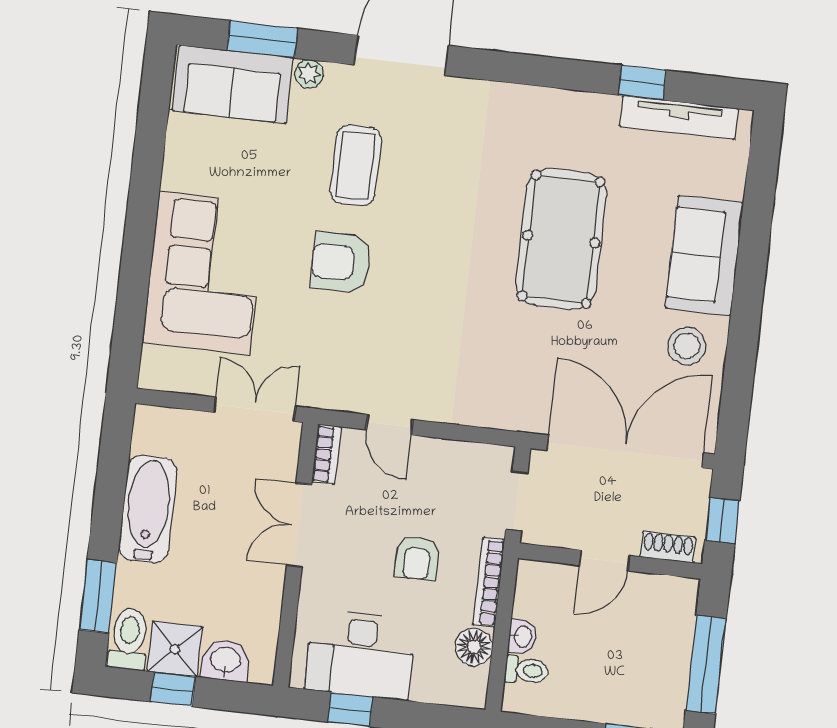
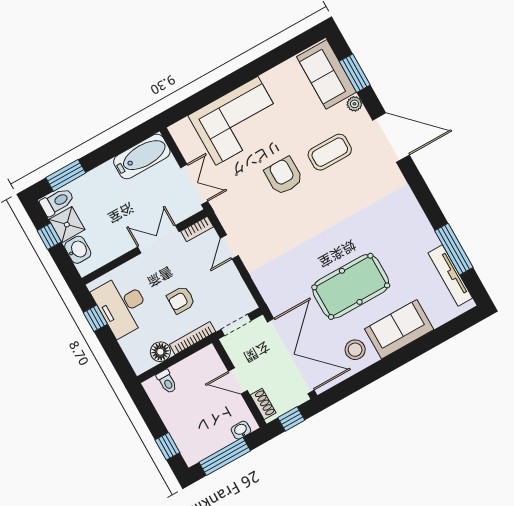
window: (642, 83) -> (454, 249), width x2.17
pool table: (561, 239) -> (351, 286), moved
bathtub: (148, 509) -> (142, 157), moved
washbasin: (522, 637) -> (241, 430), moved, turned 180

